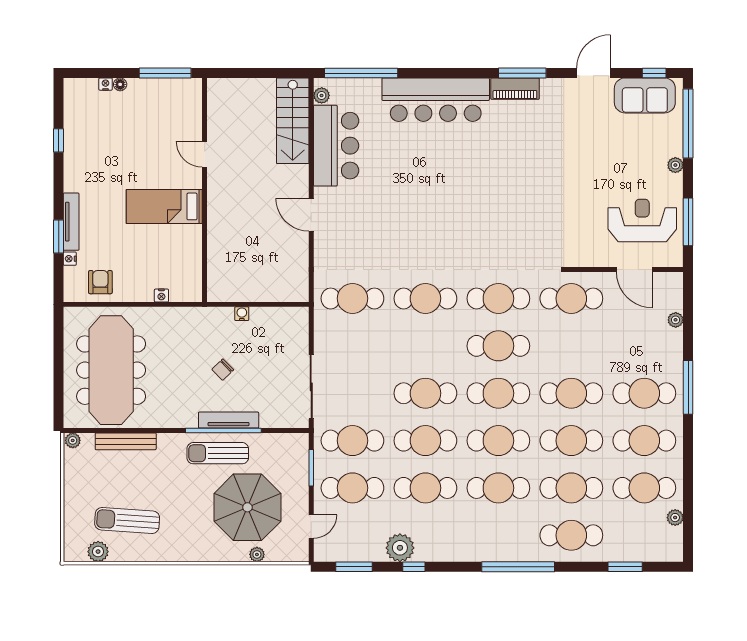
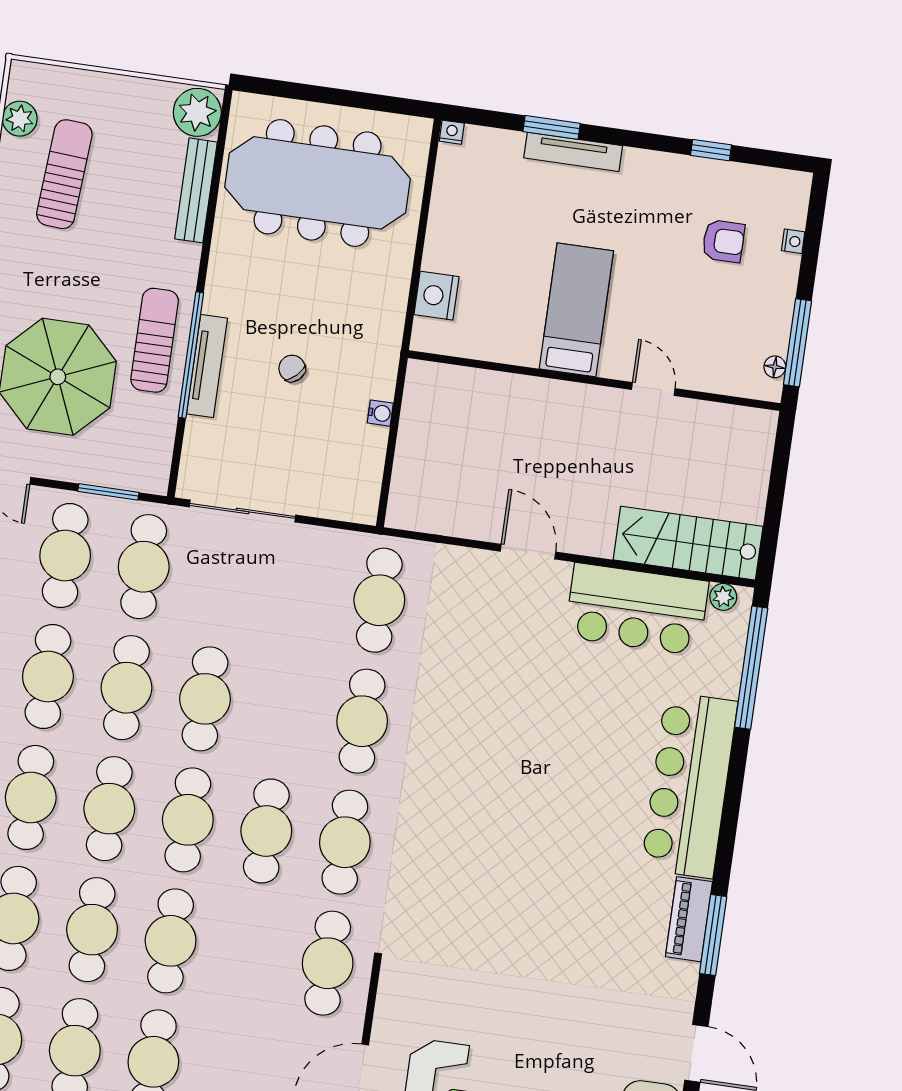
floor lamp: (120, 84) -> (775, 367), moved
door: (205, 154) -> (653, 389), hinge flipped
door: (311, 215) -> (528, 552), hinge flipped
nightstand: (70, 259) -> (452, 132), moved
armchair: (100, 282) -> (723, 241), moved
nightstand: (161, 296) -> (437, 296), width x1.89, depth x1.79
plant: (73, 440) -> (197, 112), width x1.87, depth x1.87

